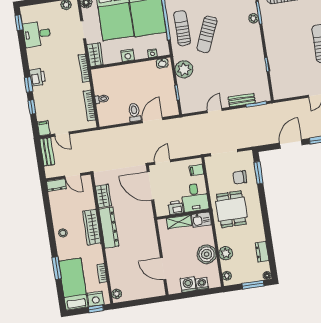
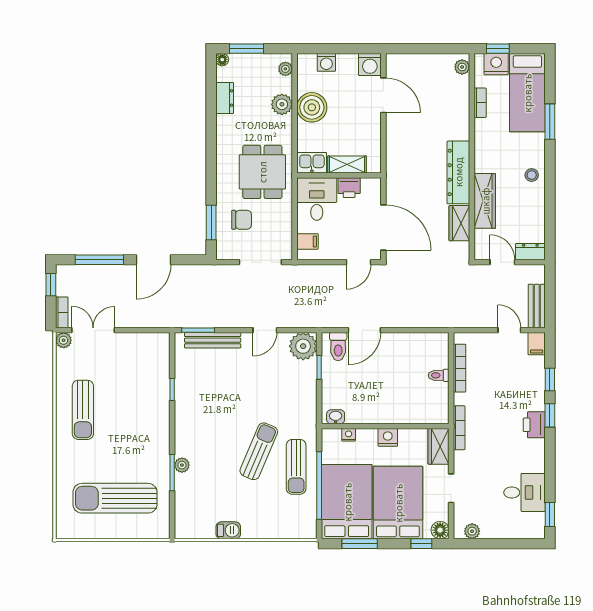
plant: (184, 69) -> (303, 346), moved
bench: (242, 100) -> (213, 340), width x1.36
toilet: (134, 112) -> (338, 347), moved
wardrobe: (92, 227) -> (485, 201), moved
washing machine: (188, 285) -> (370, 64), moved

